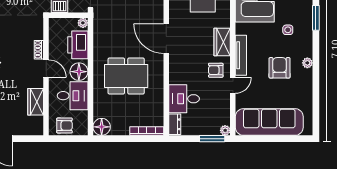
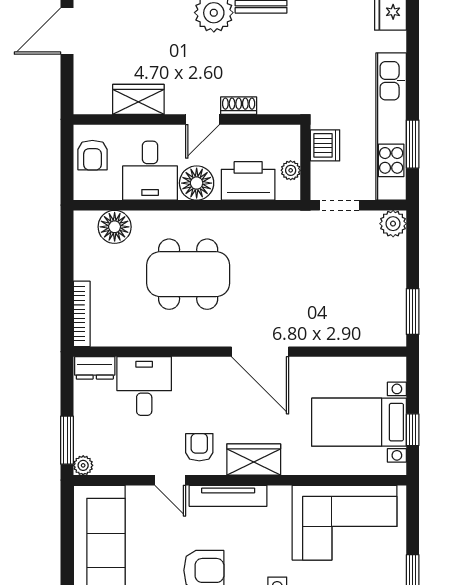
plant: (83, 23) -> (291, 170), moved
door: (166, 39) -> (260, 352), swing flipped
dining table: (126, 76) -> (188, 274), turned 90
floor lamp: (102, 127) -> (115, 227), moved

